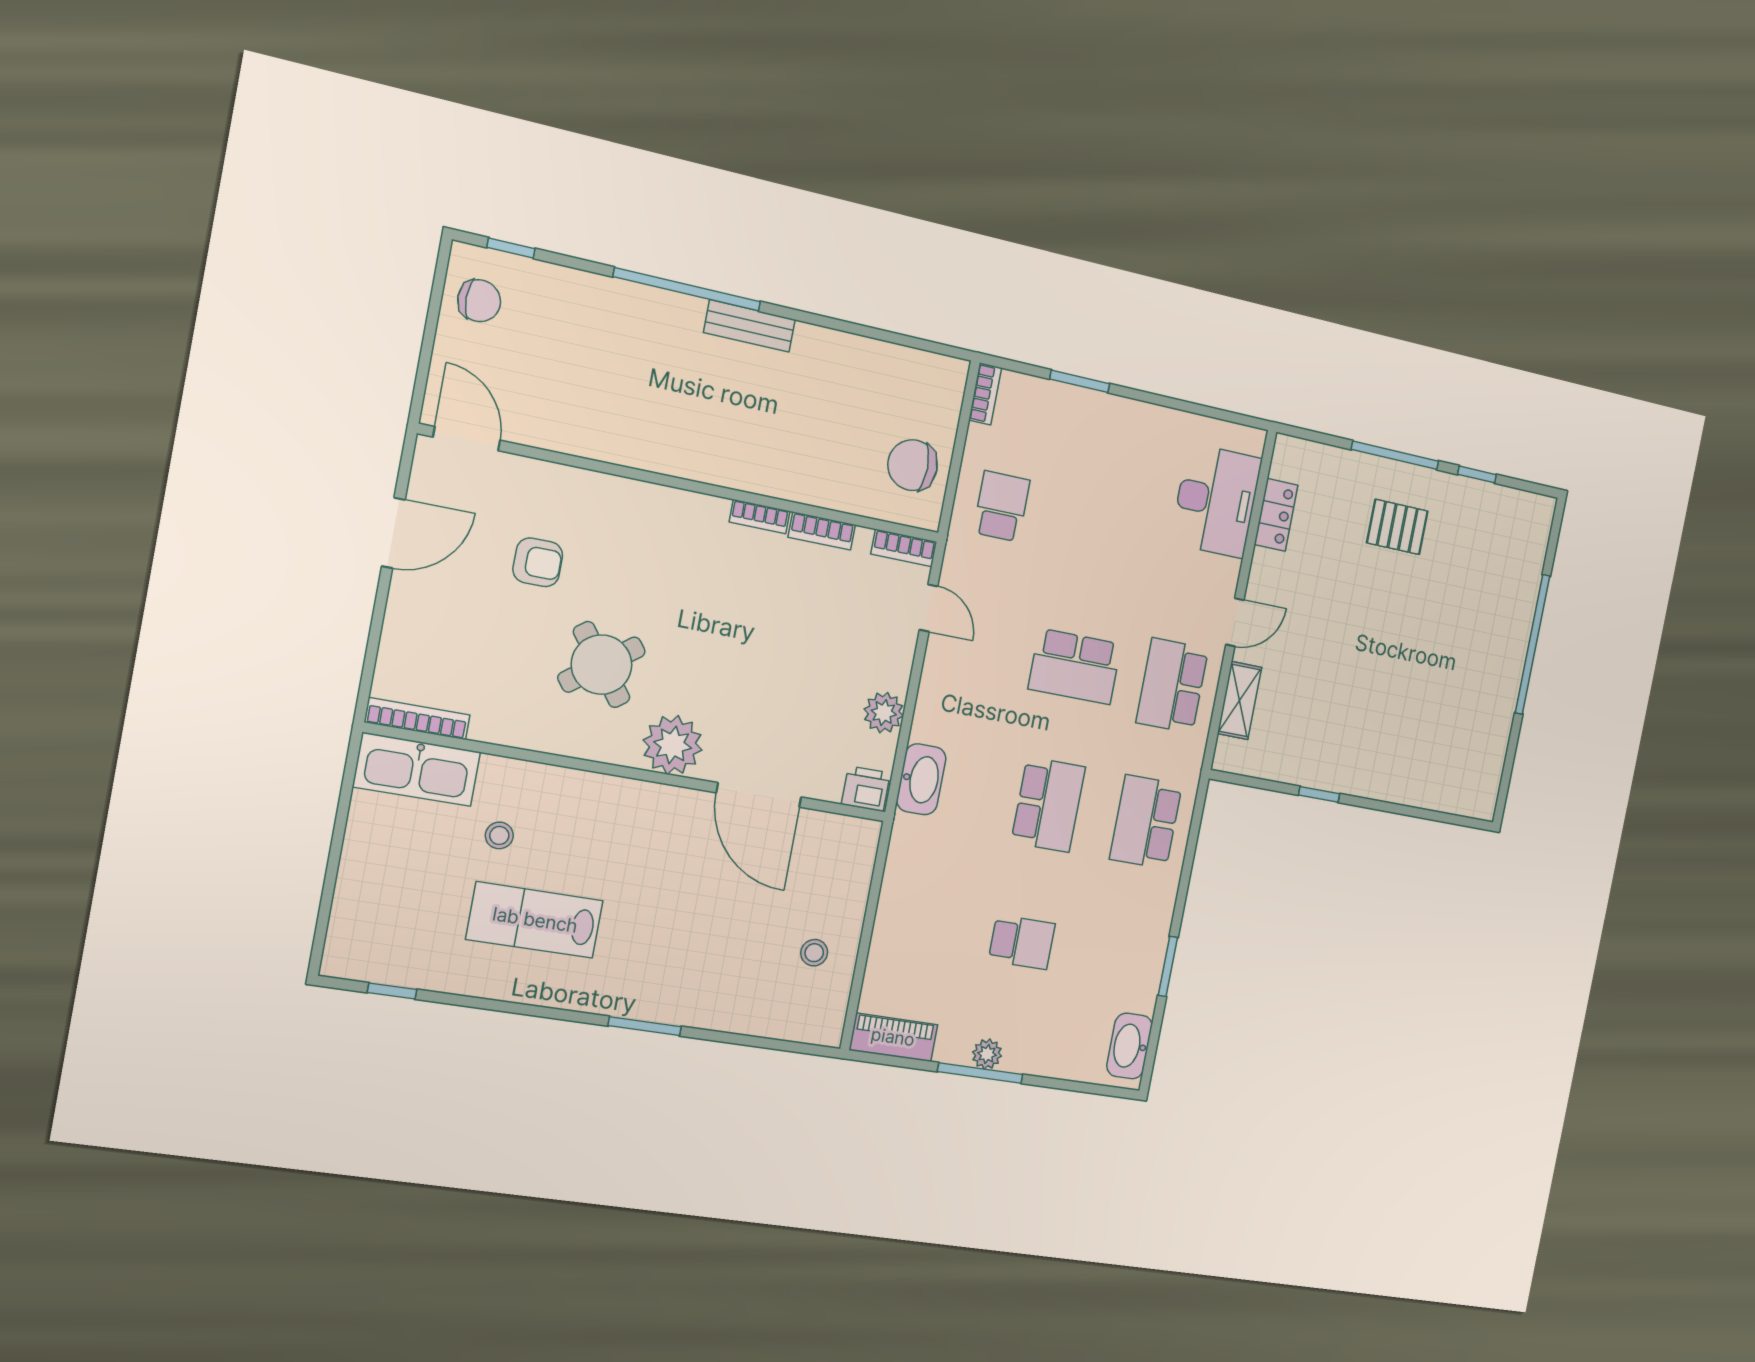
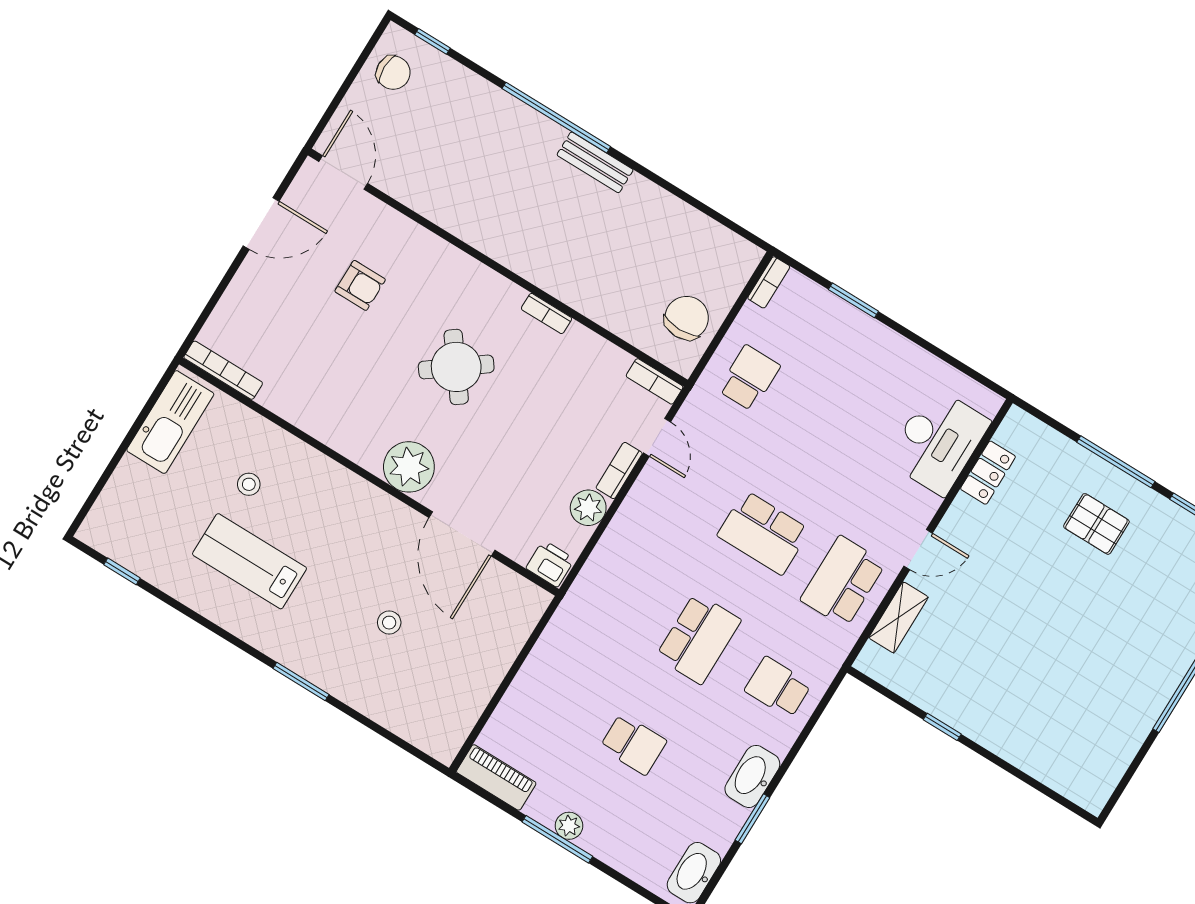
chair: (913, 465) -> (687, 318), turned 90
bookcase: (822, 531) -> (619, 470), moved, turned 90
round table: (602, 665) -> (456, 367), moved
kitchen sink: (417, 769) -> (170, 422), moved, turned -90
washbasin: (921, 779) -> (752, 776), moved, turned 180
school desk: (1146, 822) -> (778, 687), width x0.54
stool: (814, 953) -> (389, 623), moved

